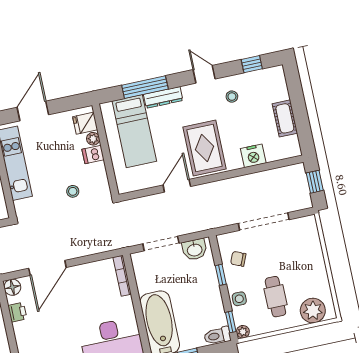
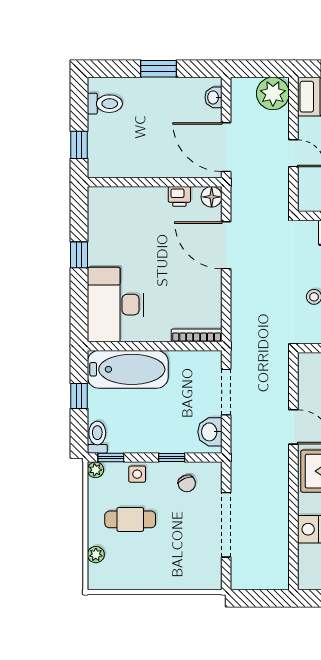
window: (315, 182) -> (262, 598), removed
chair: (238, 259) -> (187, 483), turned 135
plant: (313, 311) -> (96, 555), width x0.53, depth x0.53

